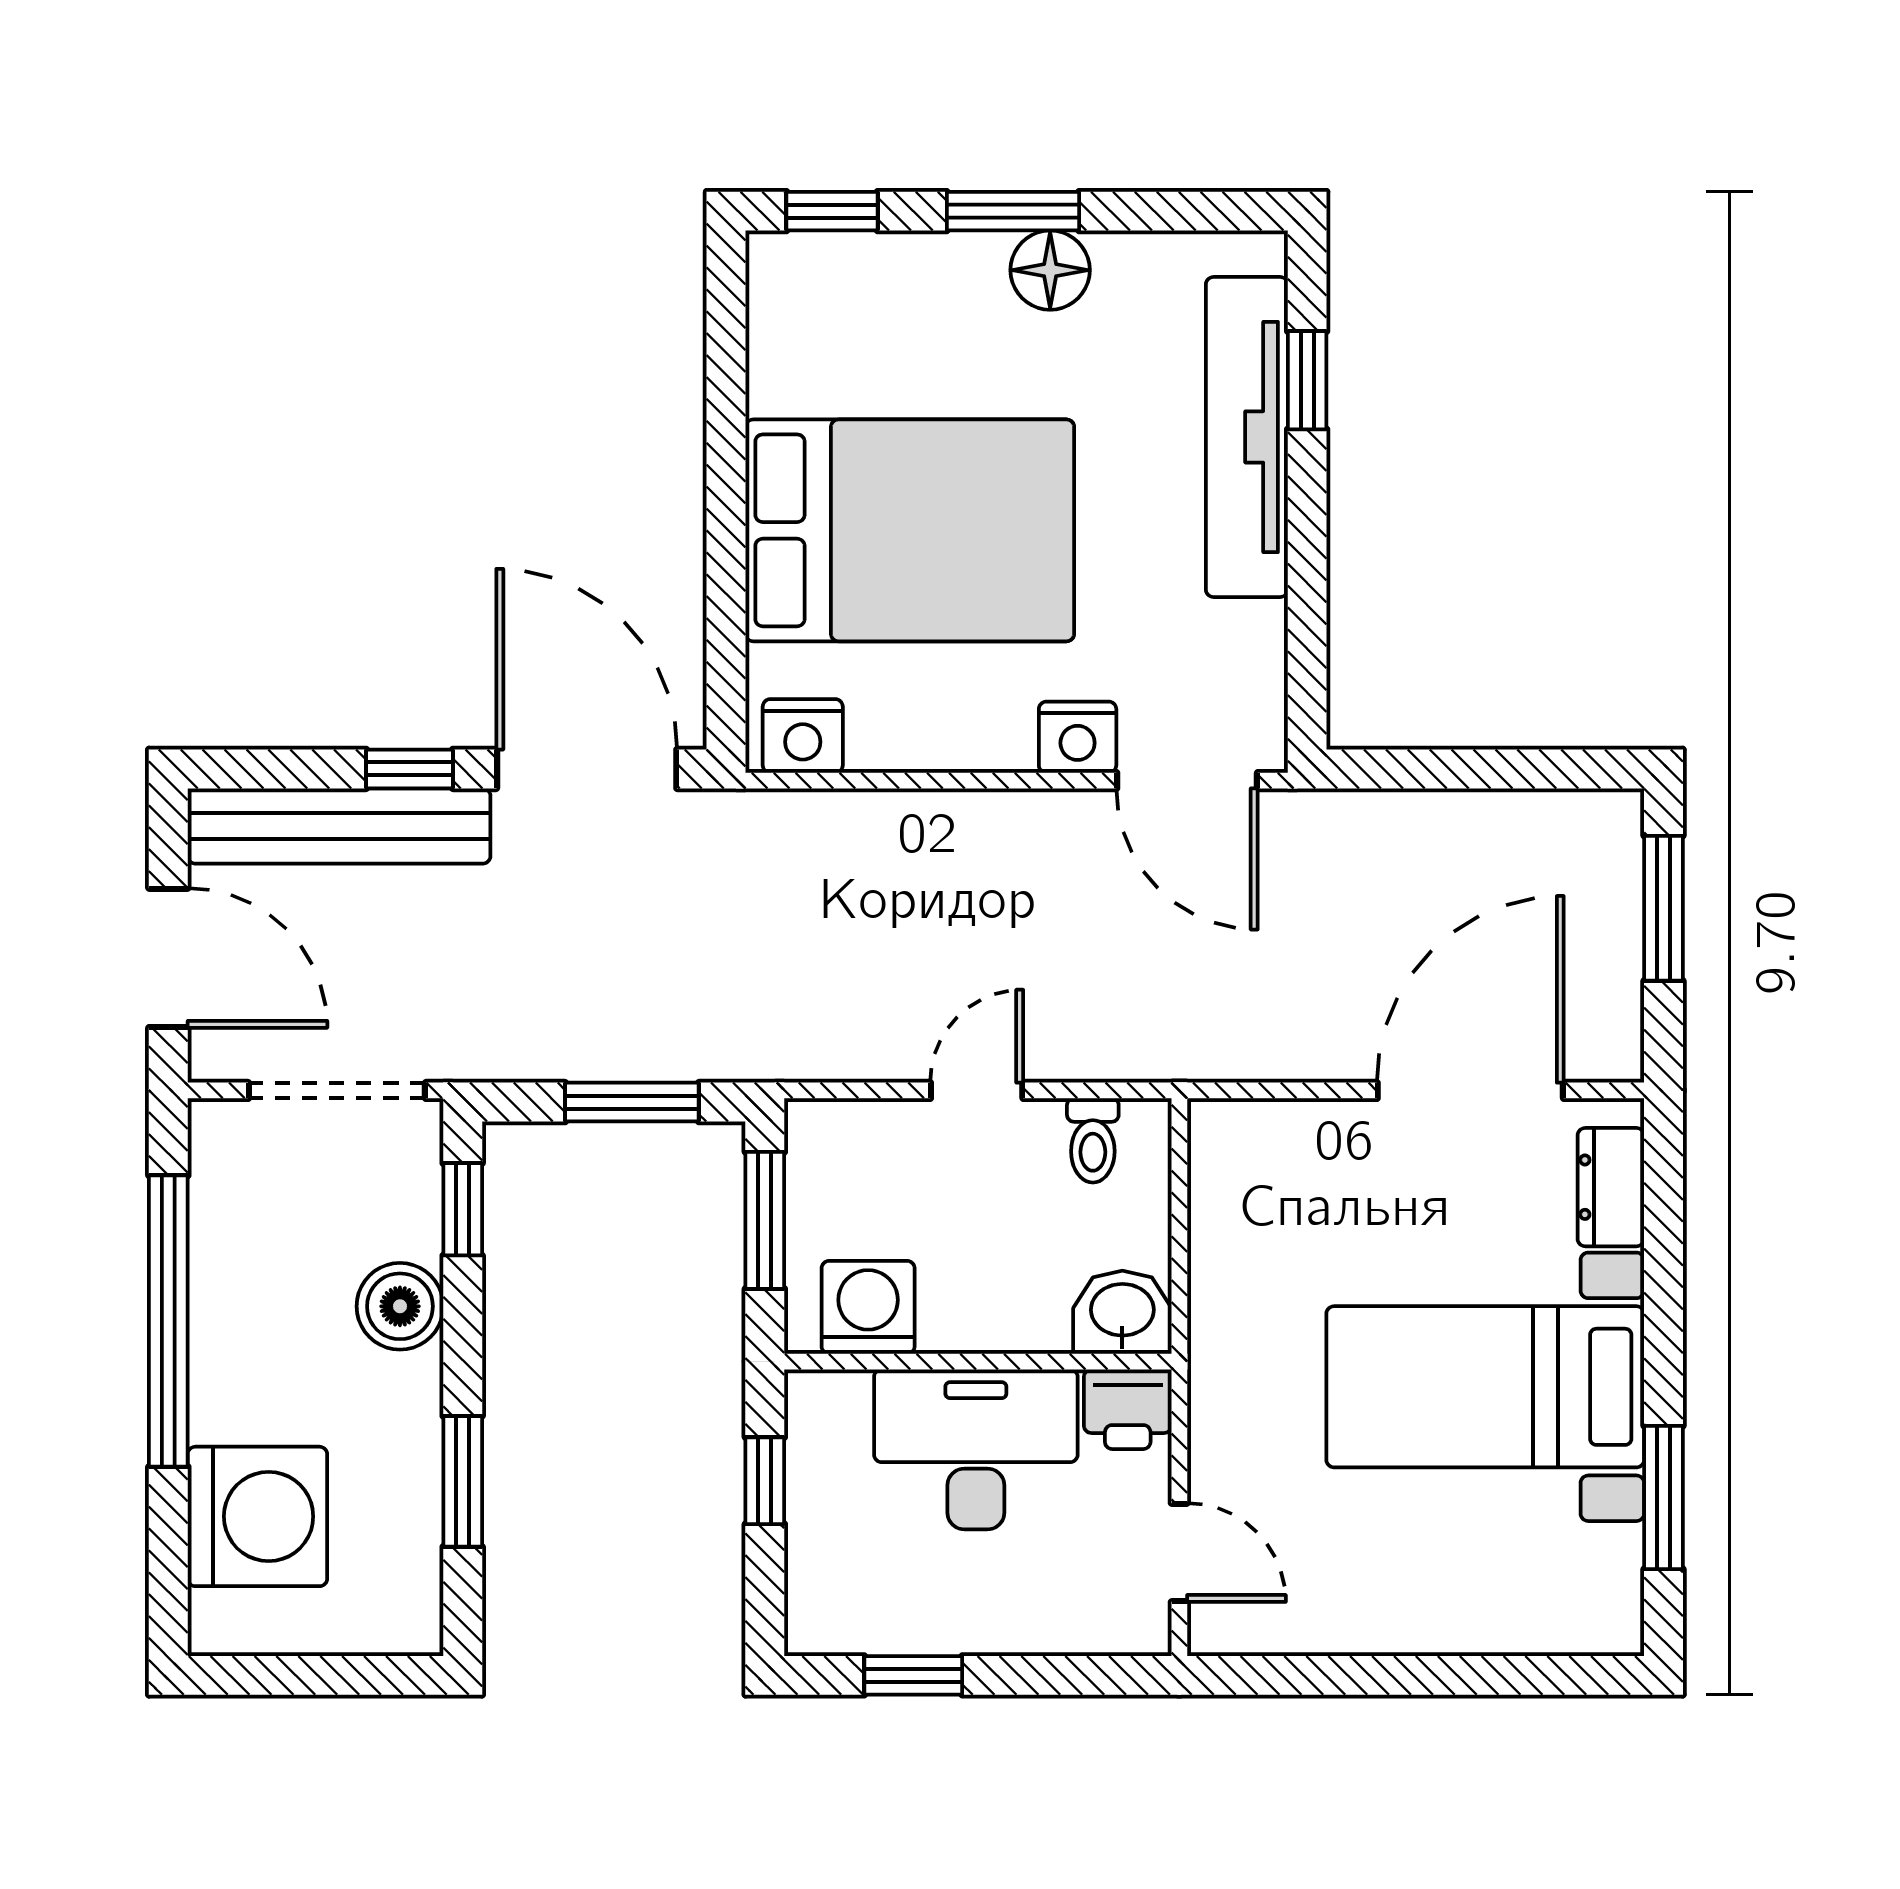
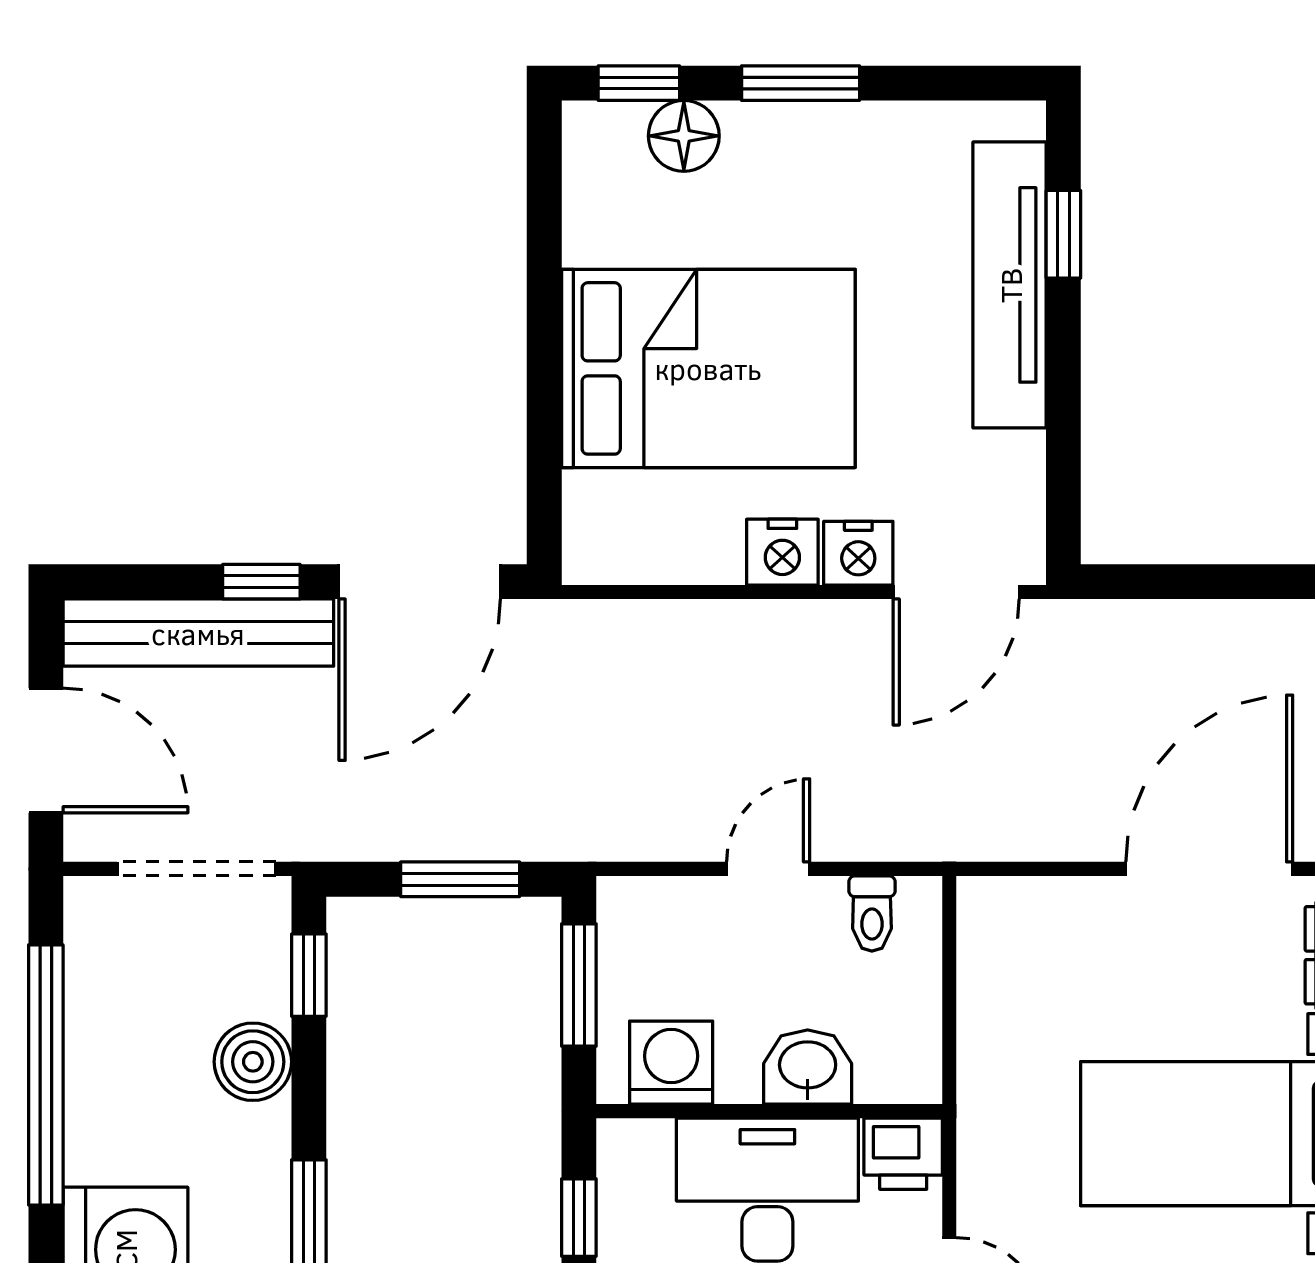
floor lamp: (1050, 270) -> (684, 136), moved
nightstand: (803, 736) -> (782, 552), moved
door: (587, 769) -> (420, 582), swing flipped
door: (1187, 781) -> (956, 592), hinge flipped
washbasin: (1122, 1312) -> (808, 1067), moved

